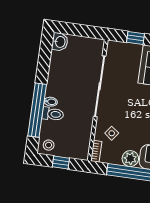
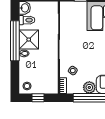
shower: (59, 84) -> (29, 40), added
window: (37, 110) -> (15, 41), moved
toilet: (53, 114) -> (27, 20), moved

